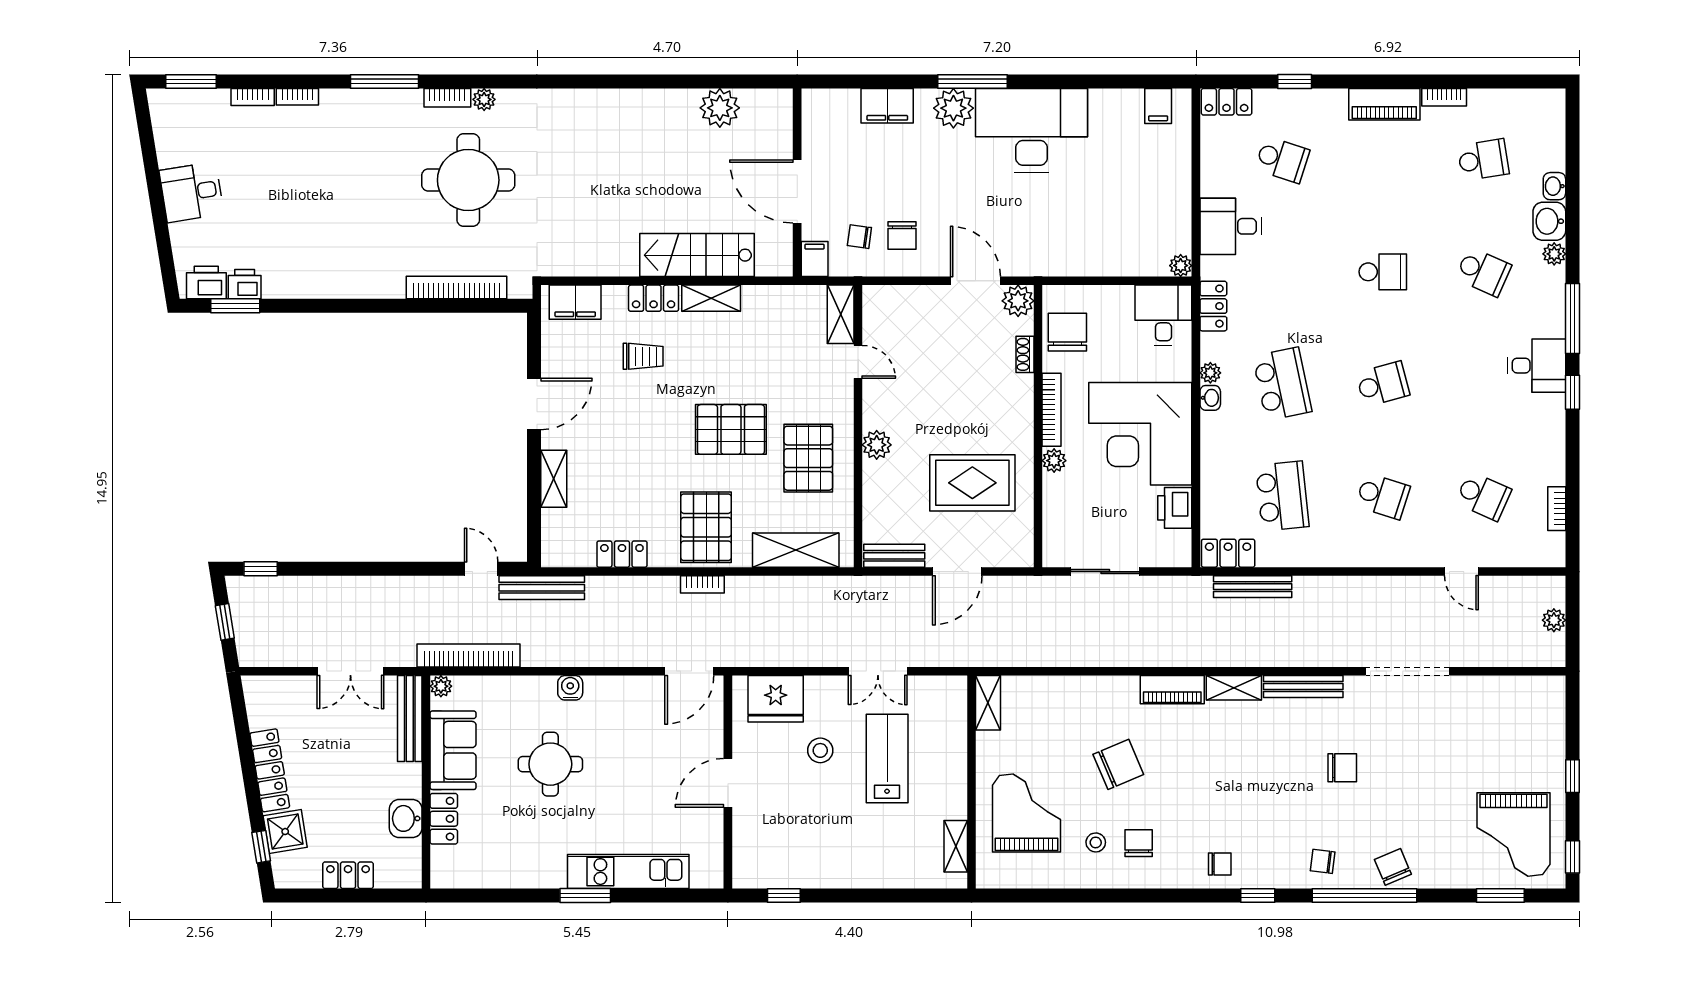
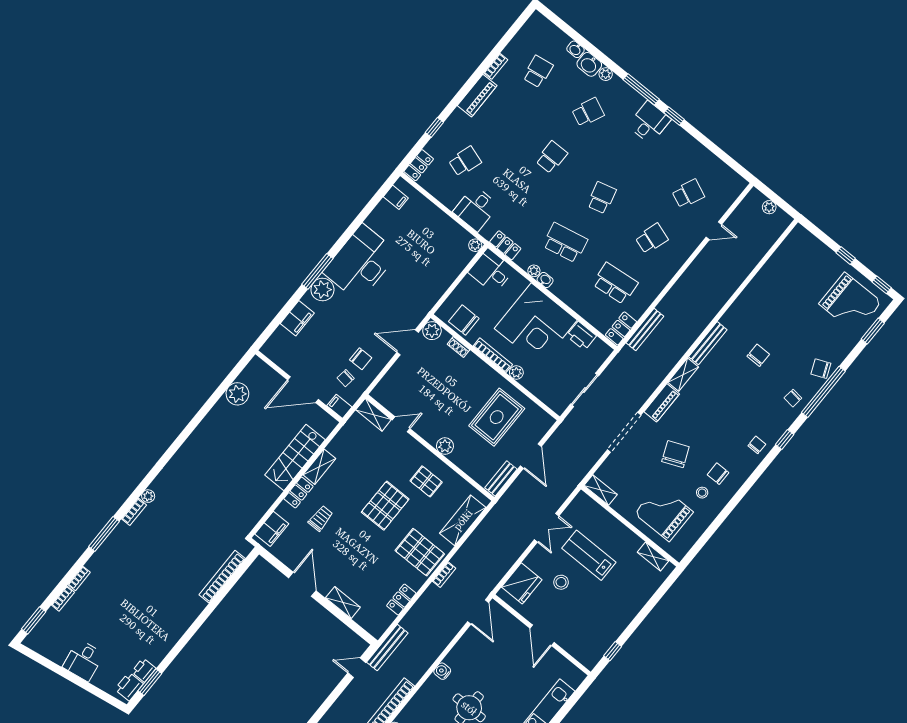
round table: (468, 180) -> (178, 532), removed
pallet: (808, 458) -> (426, 481), width x0.67, depth x0.71
bookcase: (1557, 509) -> (720, 165), removed
doorway: (1408, 671) -> (624, 432), moved

